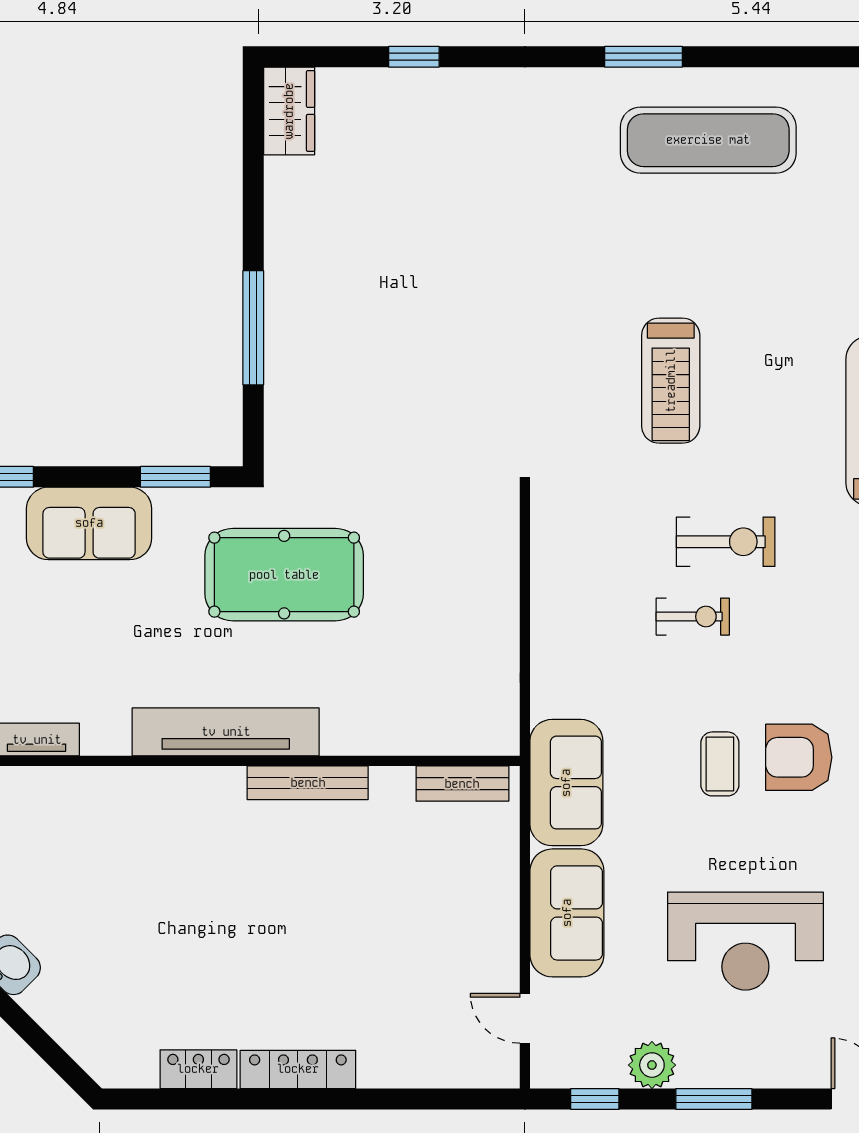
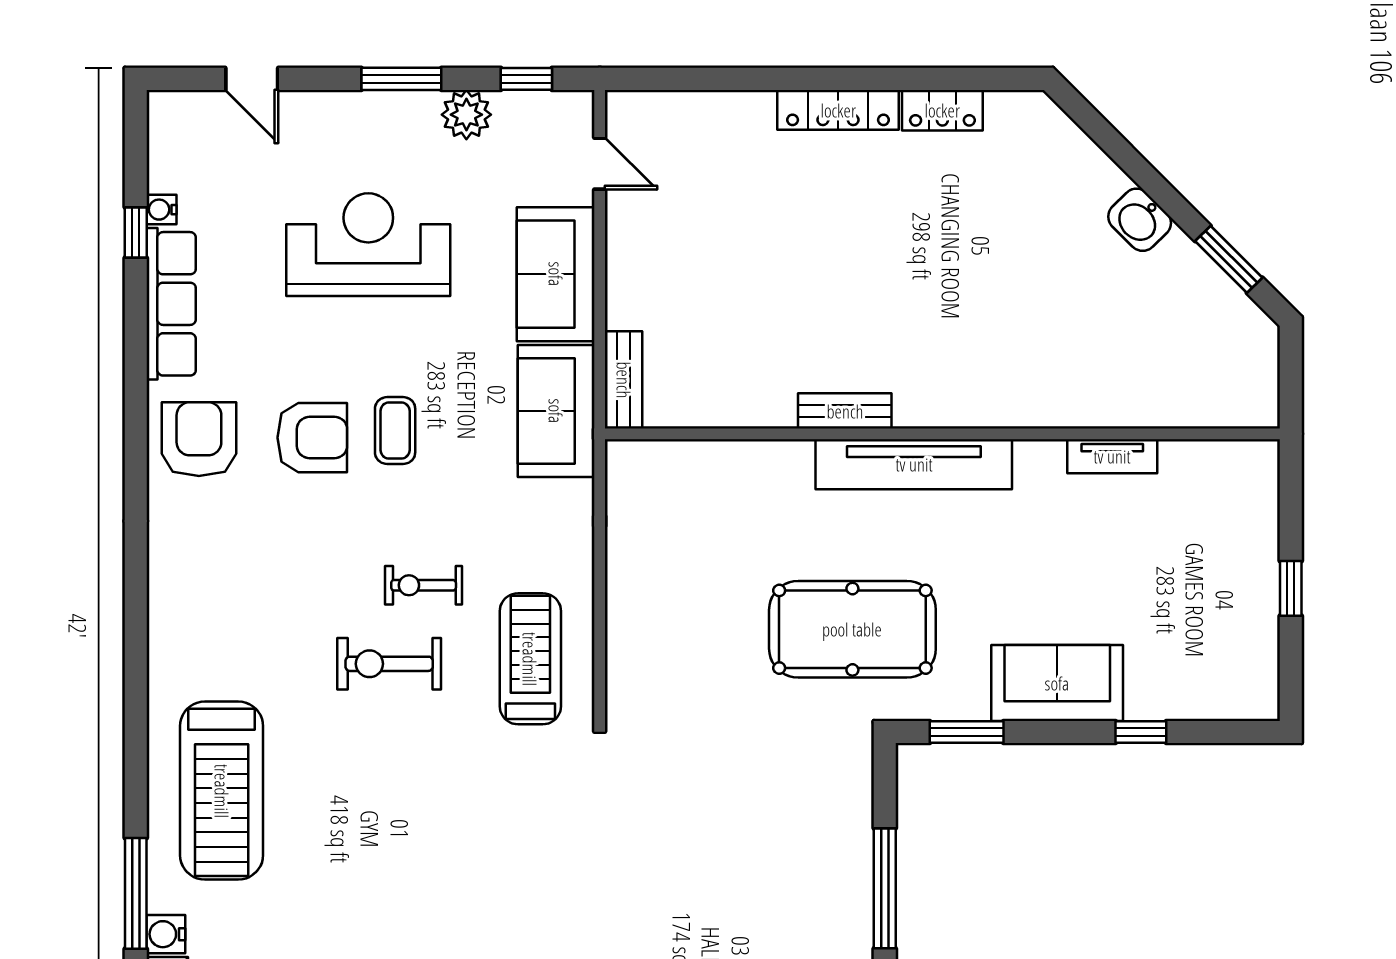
treadmill: (671, 381) -> (530, 659), moved
bench: (308, 783) -> (845, 411), width x0.73
bench: (462, 784) -> (624, 380), moved, turned 90

